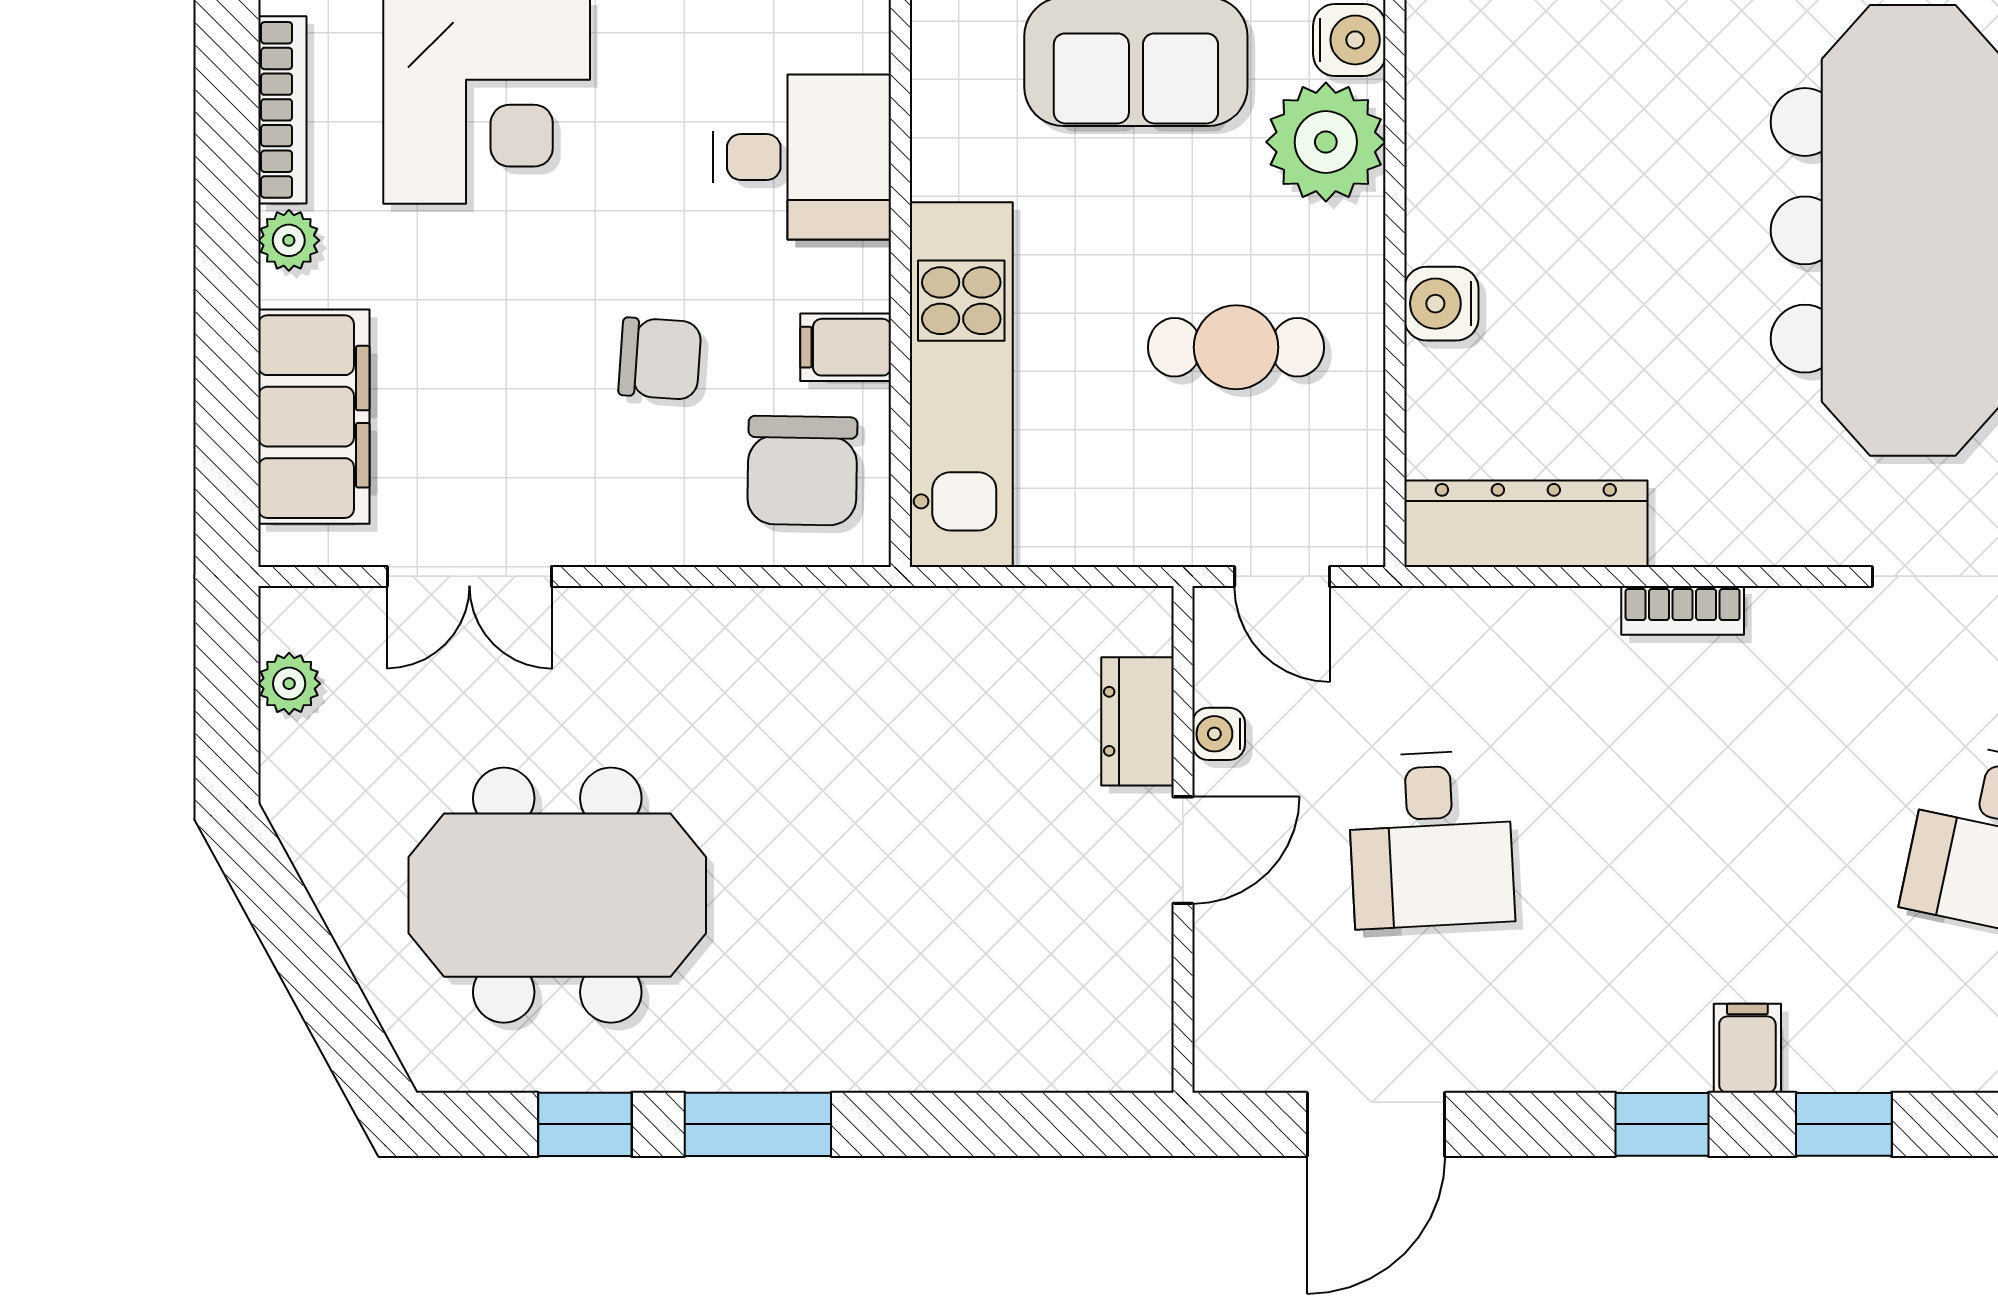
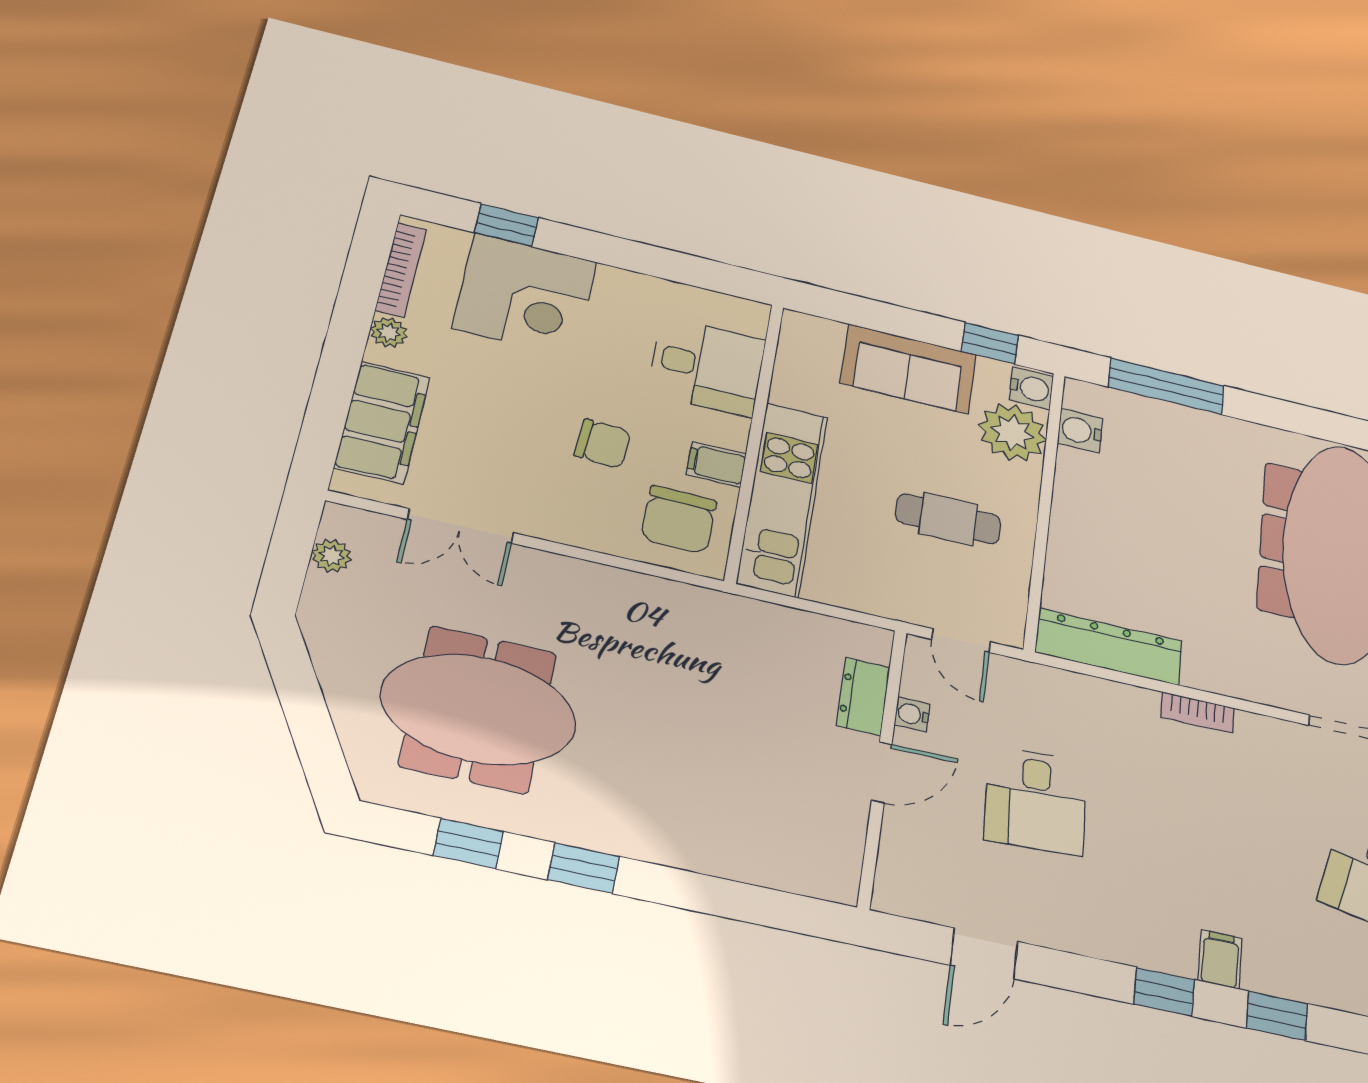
water cooler: (1441, 304) -> (1080, 431), moved
window: (758, 1124) -> (583, 868), width x0.67
door: (1376, 1124) -> (984, 953), width x0.73

